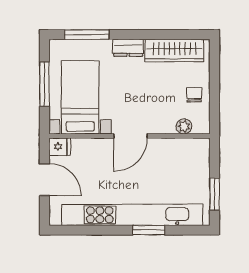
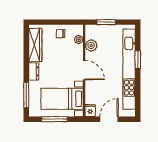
plant: (174, 148) -> (91, 45), added
window: (214, 194) -> (106, 22), moved

